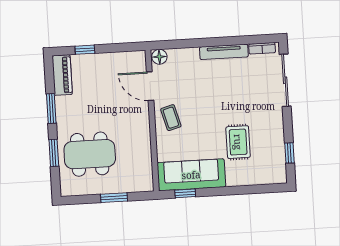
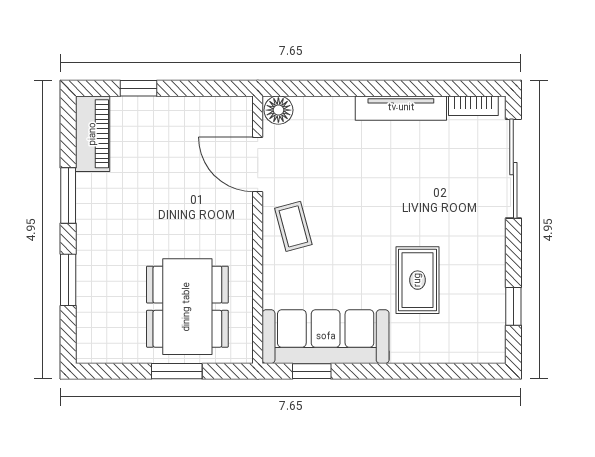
dining table: (90, 154) -> (187, 307), moved, turned 90

